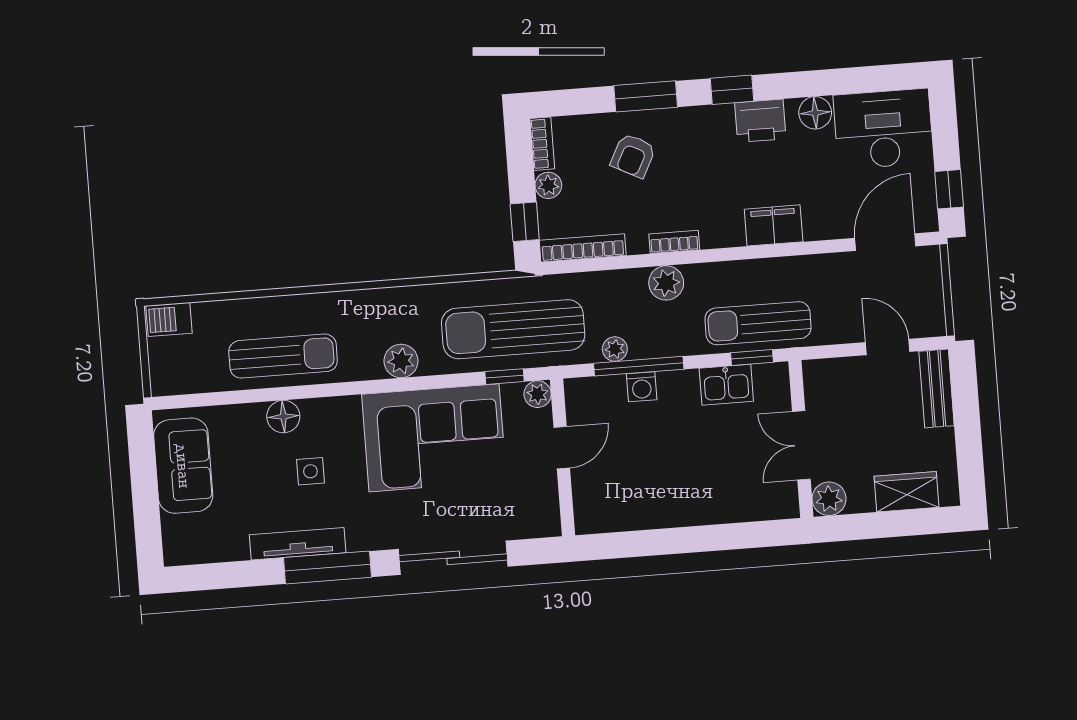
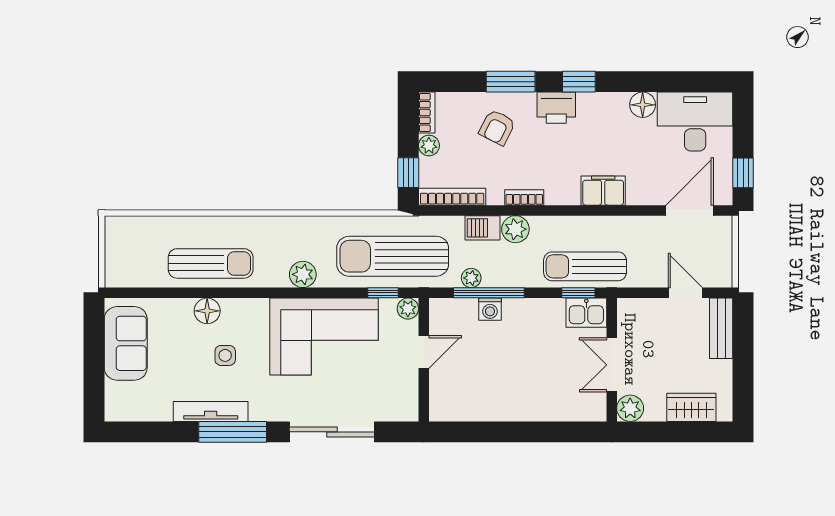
printer: (760, 121) -> (556, 108), moved
barbecue: (169, 319) -> (483, 228), moved
kitchen sink: (726, 385) -> (586, 313), moved

